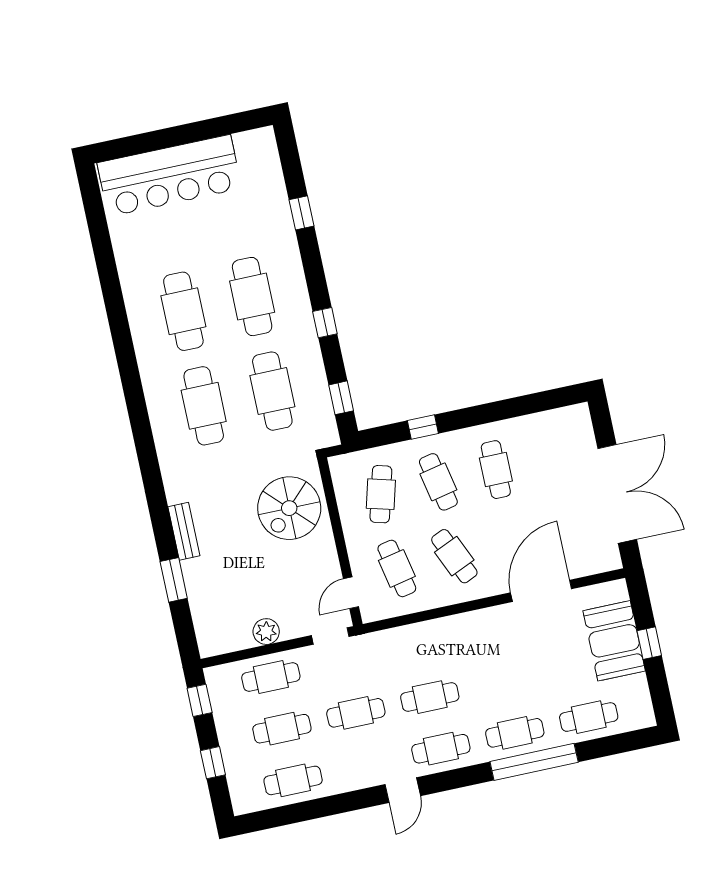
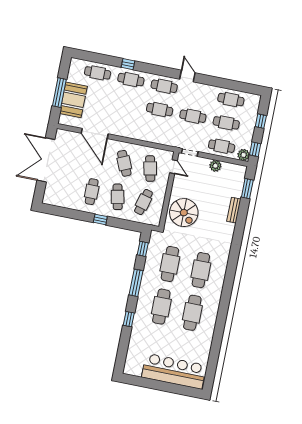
window: (301, 213) -> (129, 319), moved
window: (325, 323) -> (136, 283), width x2.17
window: (423, 427) -> (100, 219), moved
spiral stairs: (289, 508) -> (184, 213), turned 90
bench: (184, 531) -> (234, 210), moved
window: (174, 580) -> (247, 189), moved
door: (541, 591) -> (95, 133), hinge flipped
door: (351, 593) -> (173, 167), hinge flipped
window: (649, 643) -> (59, 93), width x2.17
plant: (218, 679) -> (244, 155), added
window: (534, 762) -> (128, 64), width x0.32
door: (403, 790) -> (187, 76), hinge flipped

